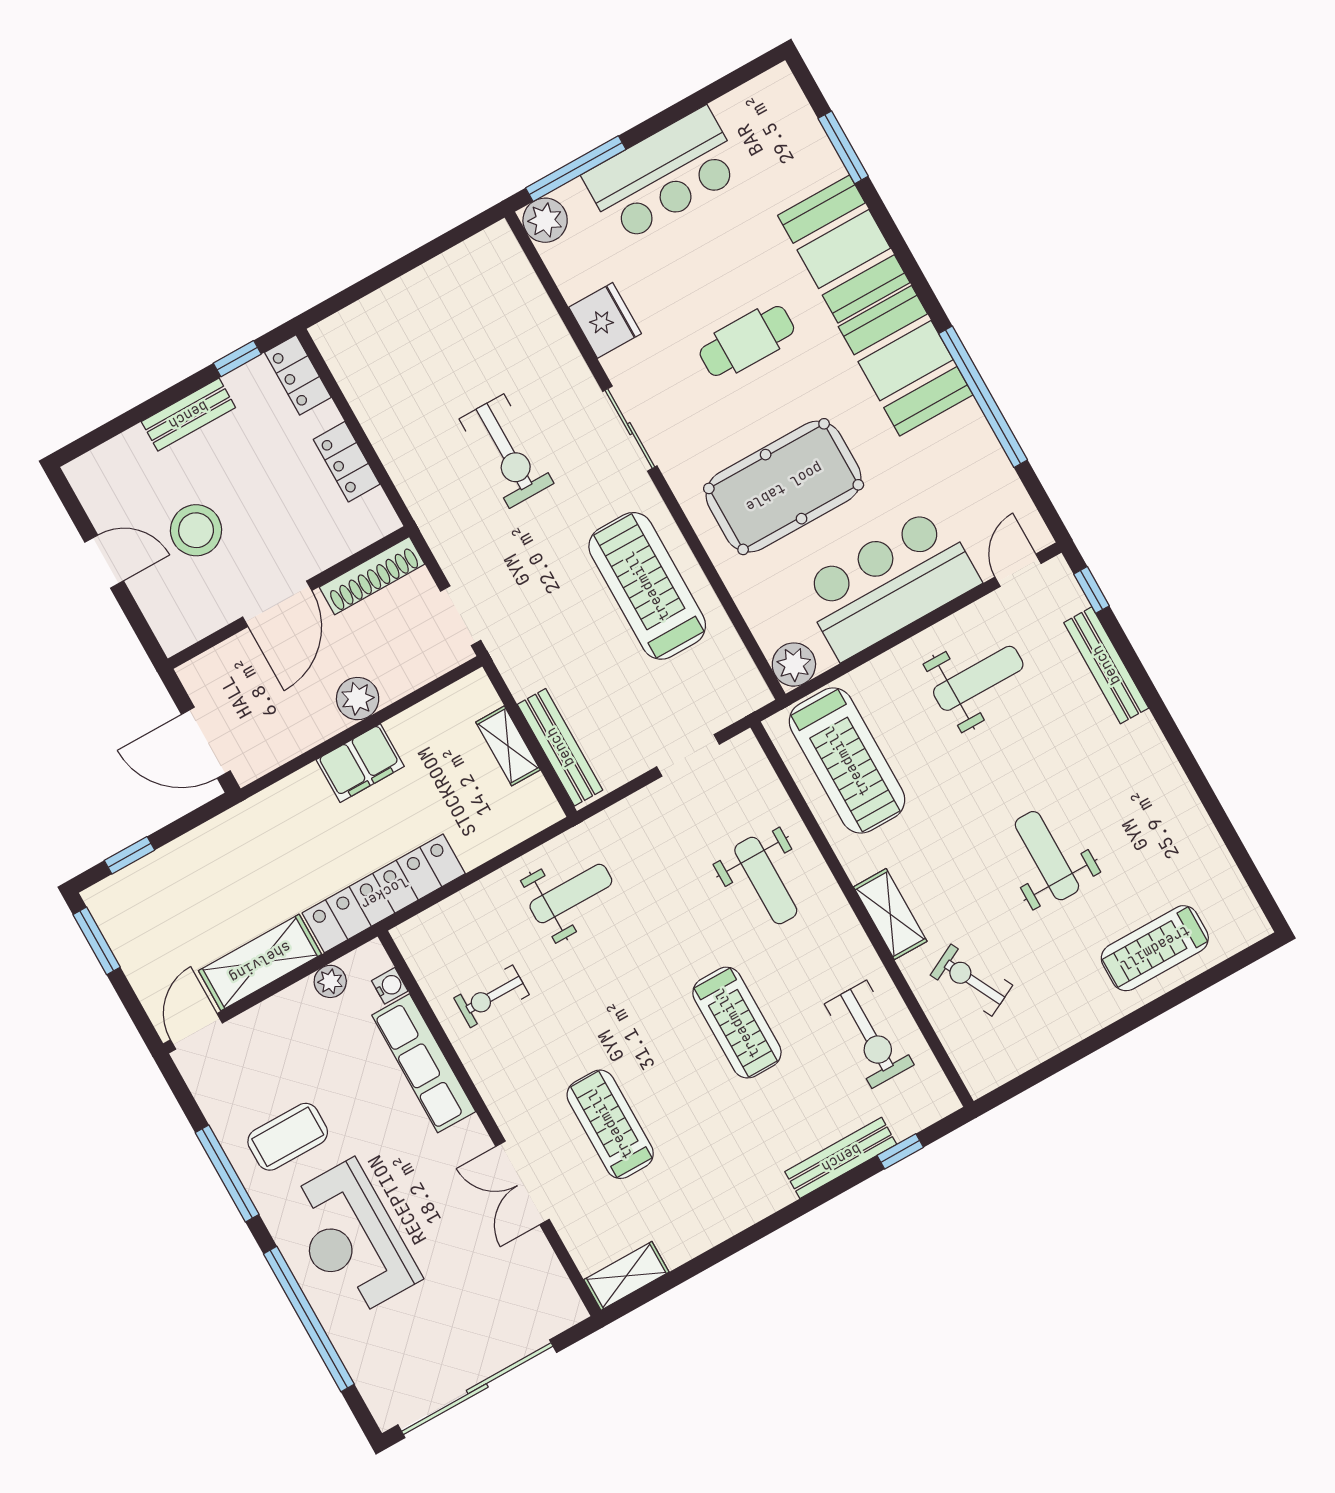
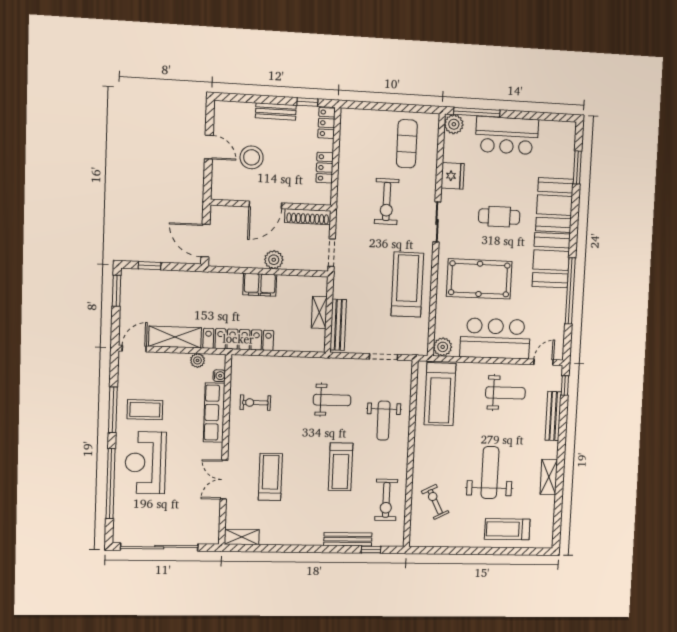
exercise mat: (477, 316) -> (407, 144), added
weight bench: (1047, 856) -> (490, 473), width x1.36, depth x1.33
weight bench: (571, 894) -> (332, 400), moved
shelving: (890, 914) -> (549, 477), moved

